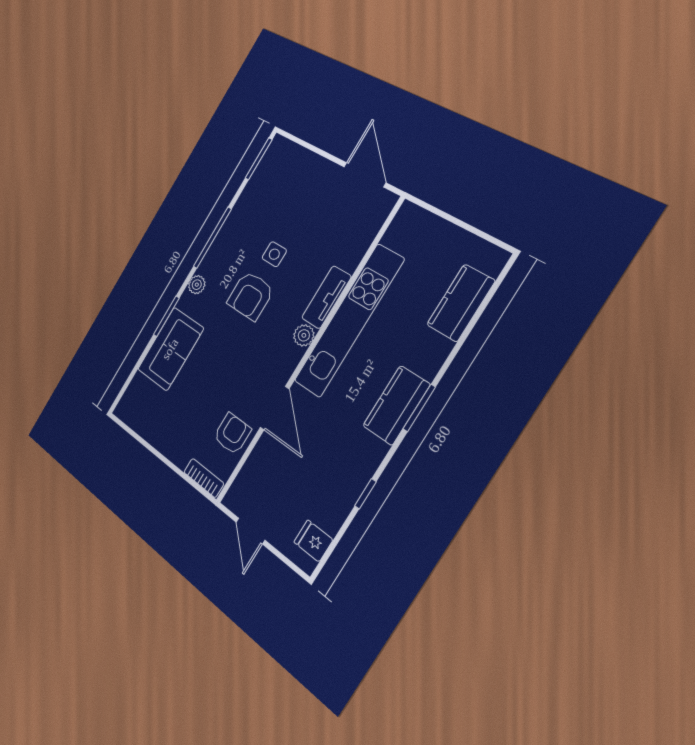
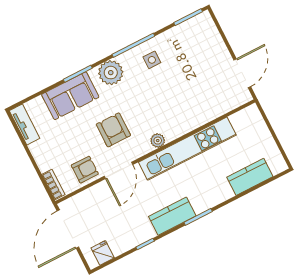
side table: (274, 254) -> (152, 60), moved
plant: (197, 285) -> (111, 73), width x1.87, depth x1.87
armchair: (250, 296) -> (113, 130), moved, turned 90
tv unit: (326, 297) -> (25, 125), moved, turned 90
kitchen counter: (396, 405) -> (172, 216), moved
door: (250, 531) -> (68, 229), width x1.88

